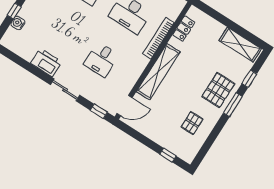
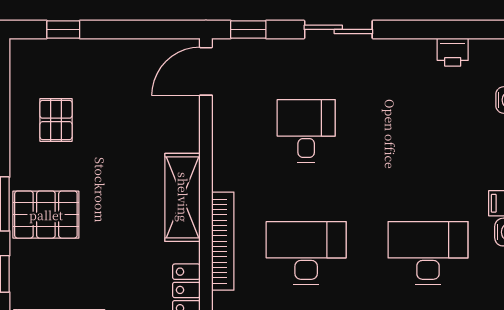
printer: (46, 62) -> (453, 52), moved, width x0.53, depth x0.68
shelving: (158, 72) -> (183, 197), width x0.68
pallet: (218, 90) -> (46, 215), turned 90

